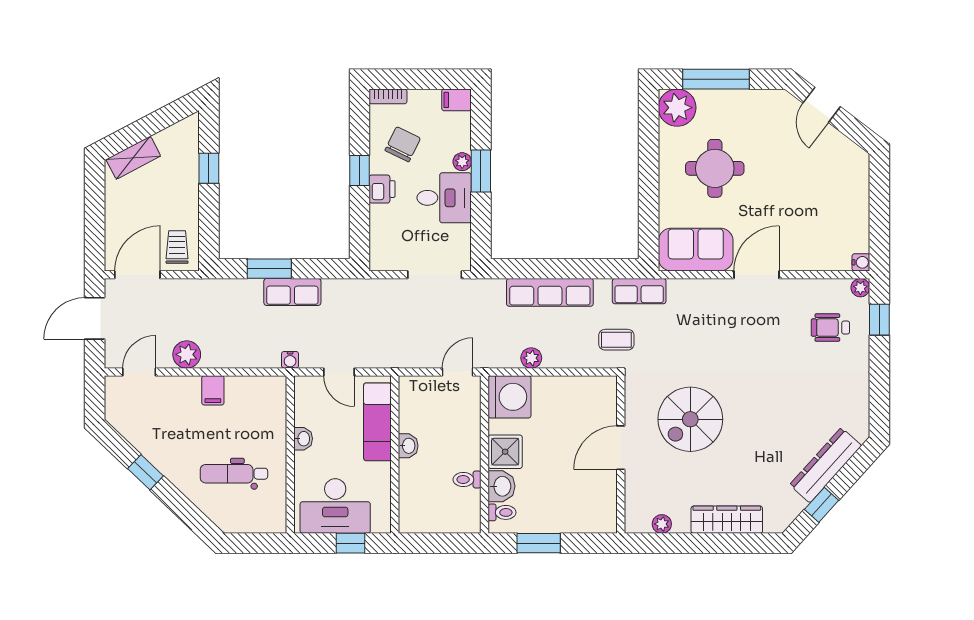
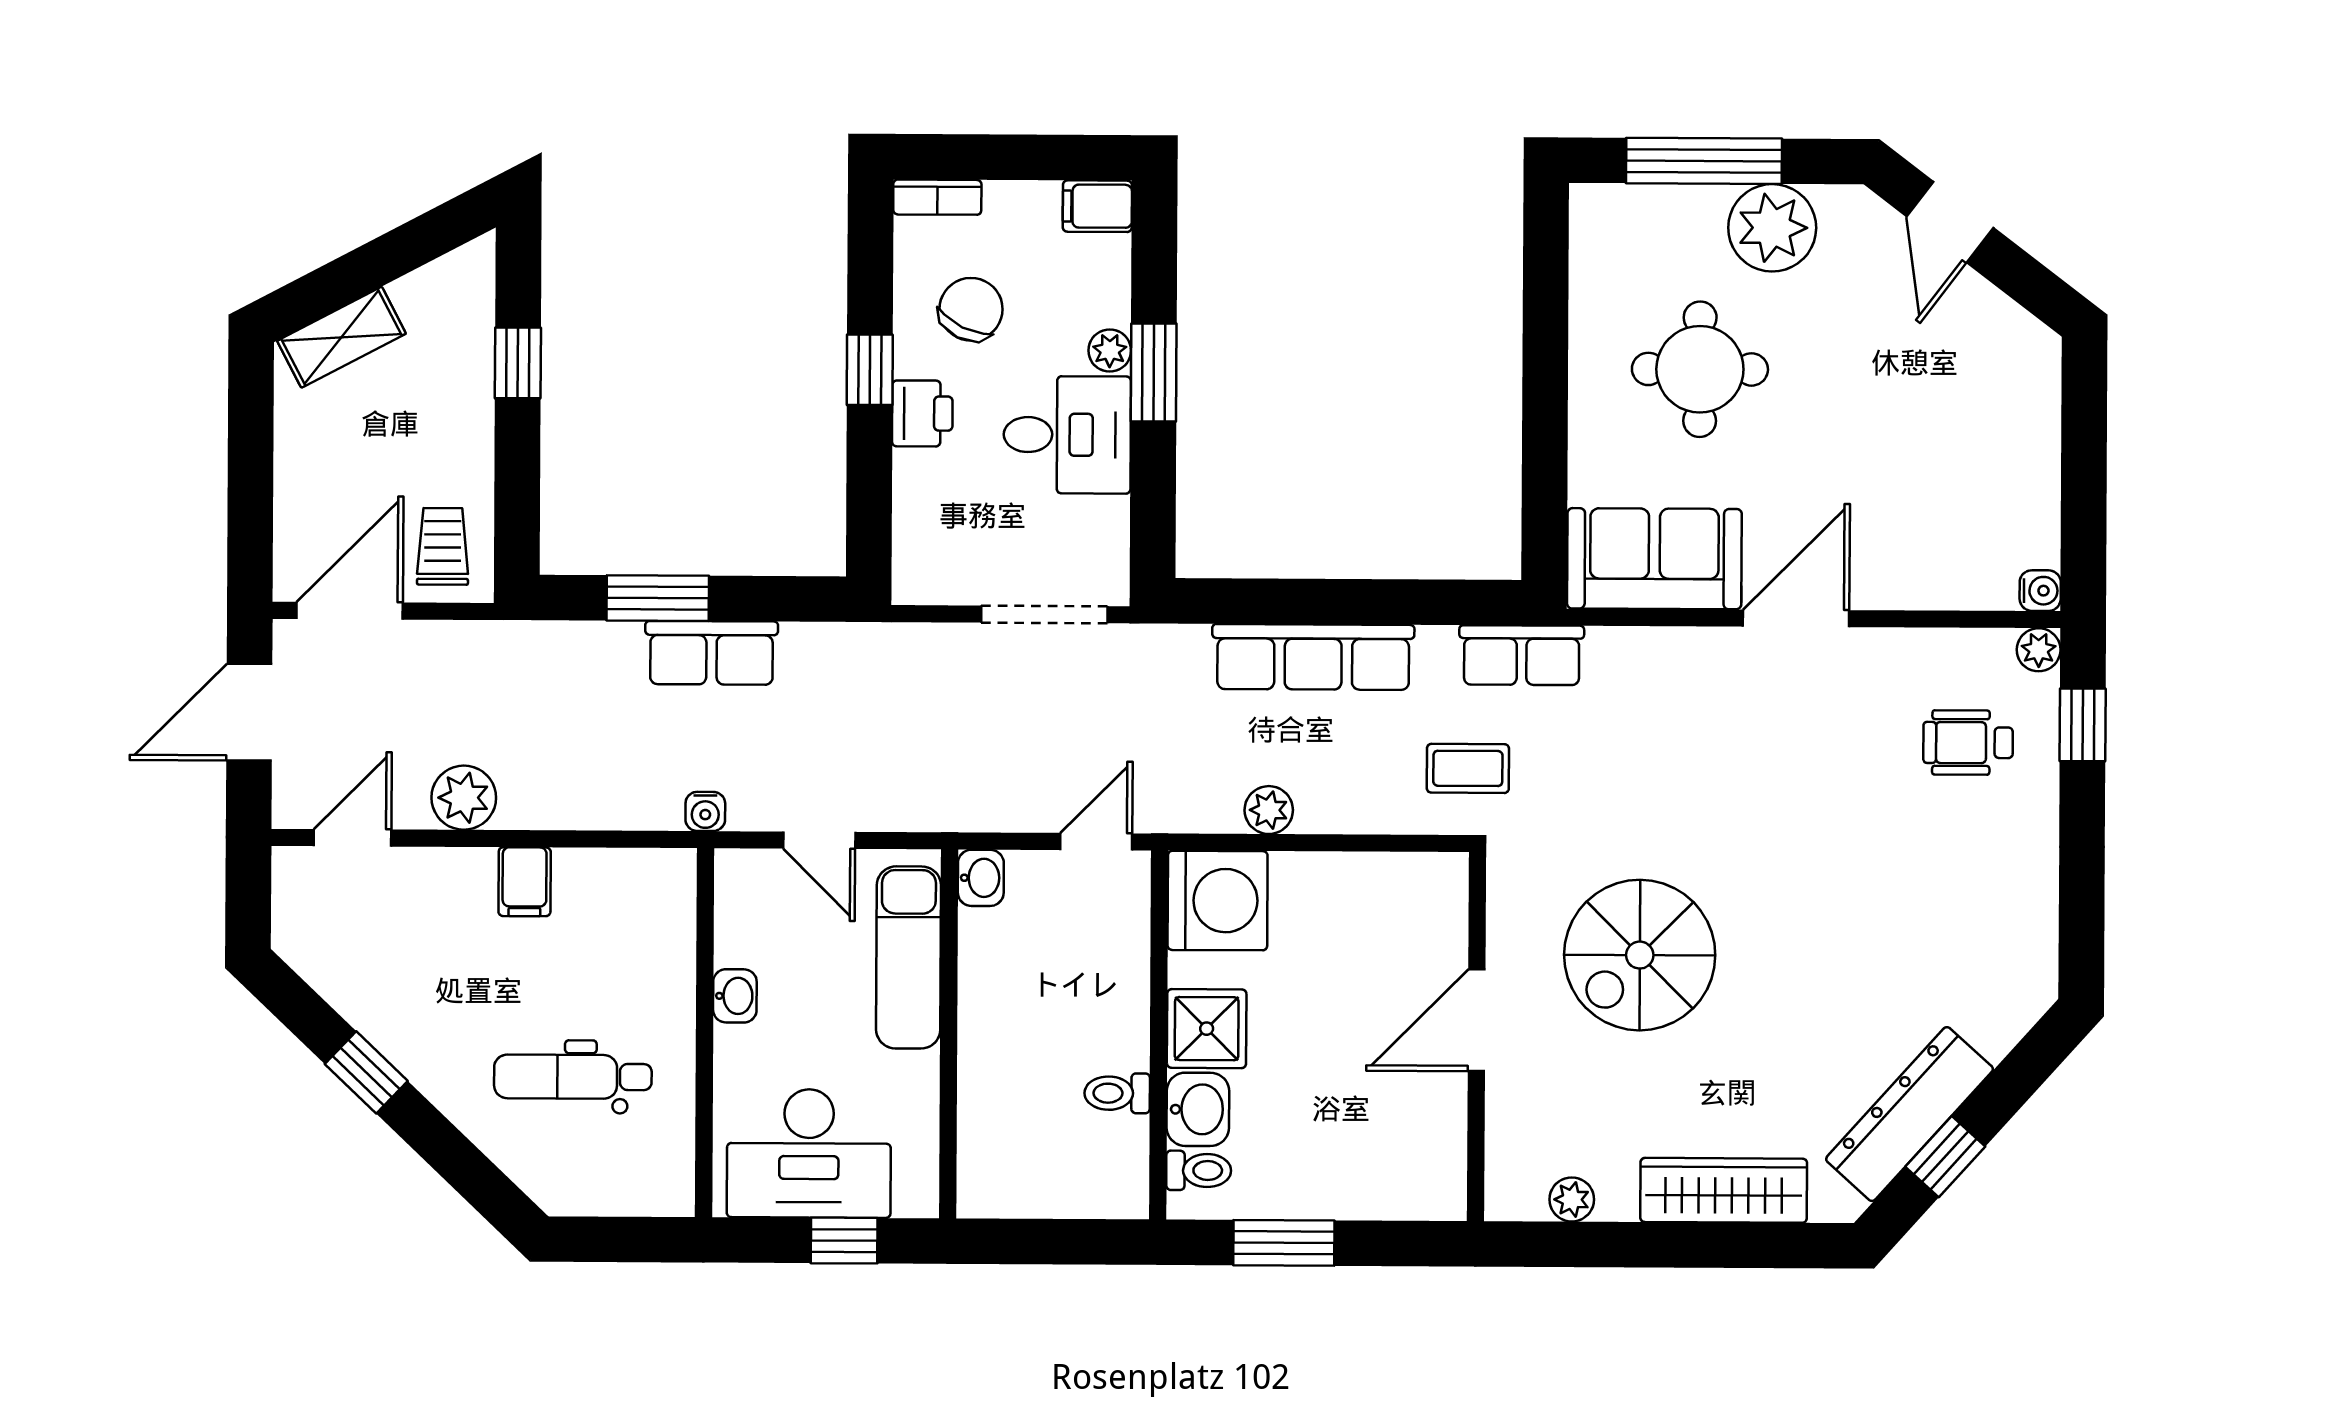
plant: (677, 108) -> (1772, 228), moved
washbasin: (408, 446) -> (981, 878), moved
dresser: (826, 465) -> (1910, 1114), moved

